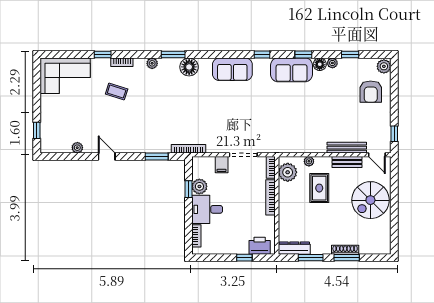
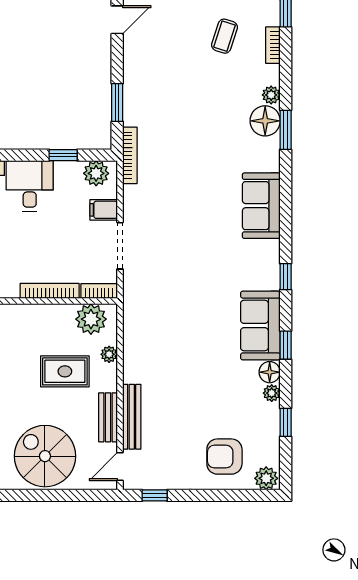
floor lamp: (189, 67) -> (265, 121), moved
sofa: (232, 69) -> (261, 206), moved
plant: (199, 186) -> (96, 173), moved

